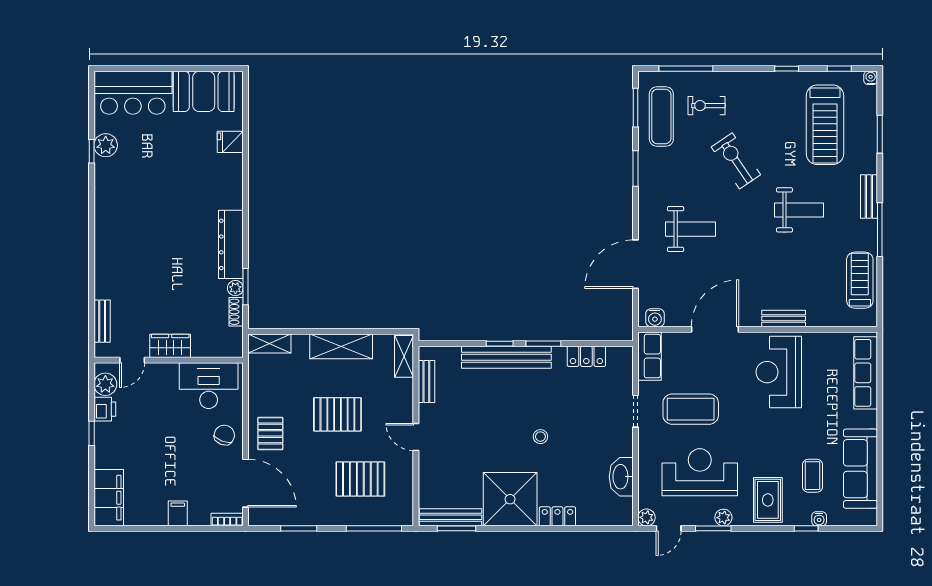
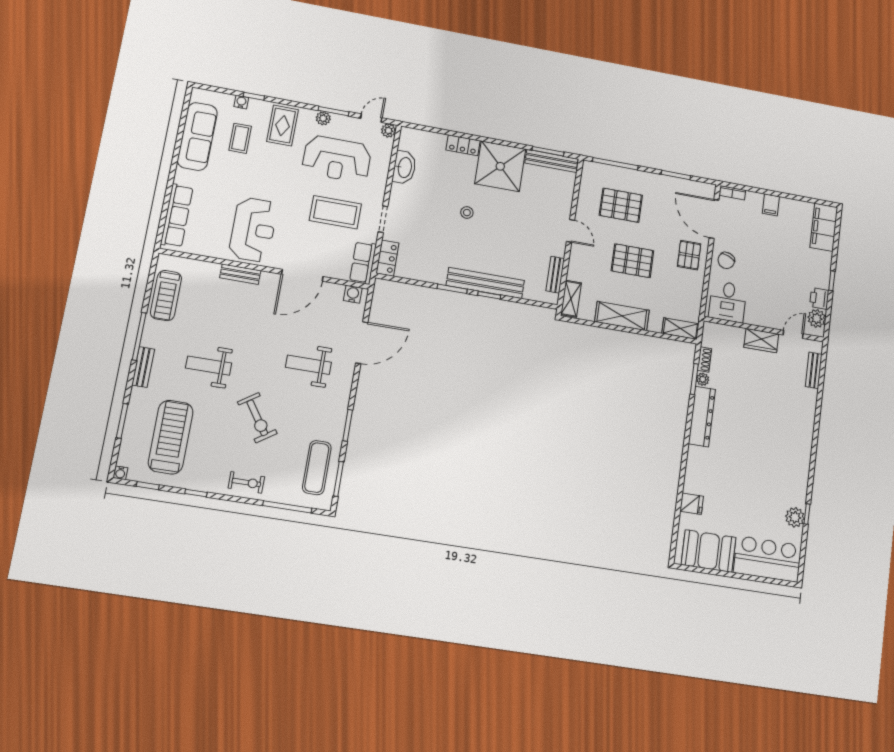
exercise bike: (707, 106) -> (246, 482), moved
locker: (586, 356) -> (387, 258), moved, turned 90
desk: (209, 386) -> (728, 302), width x0.73

